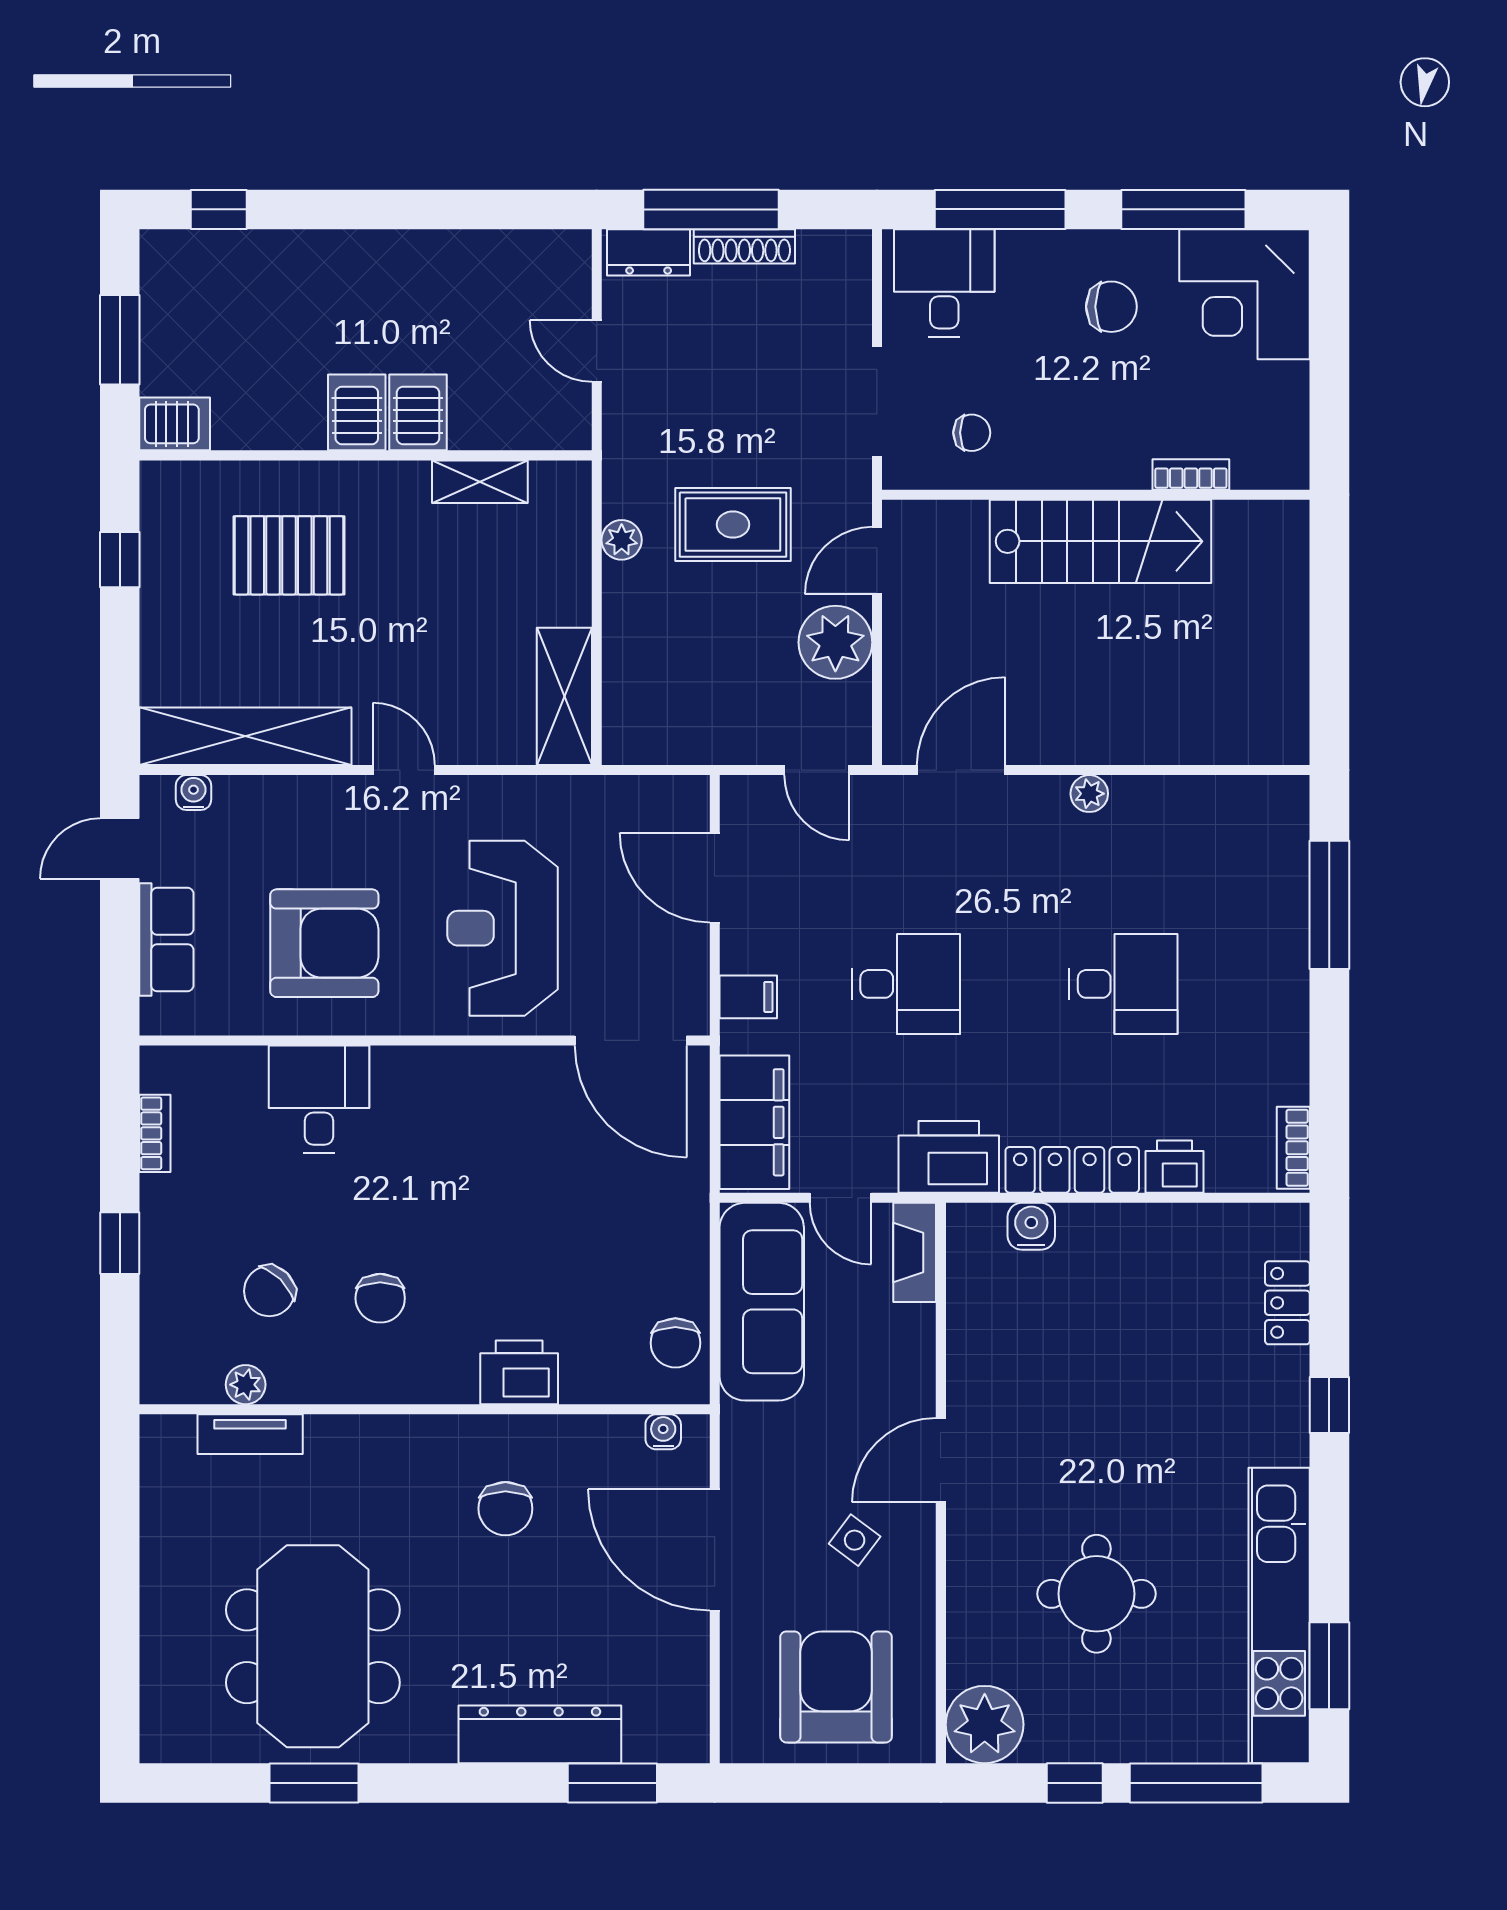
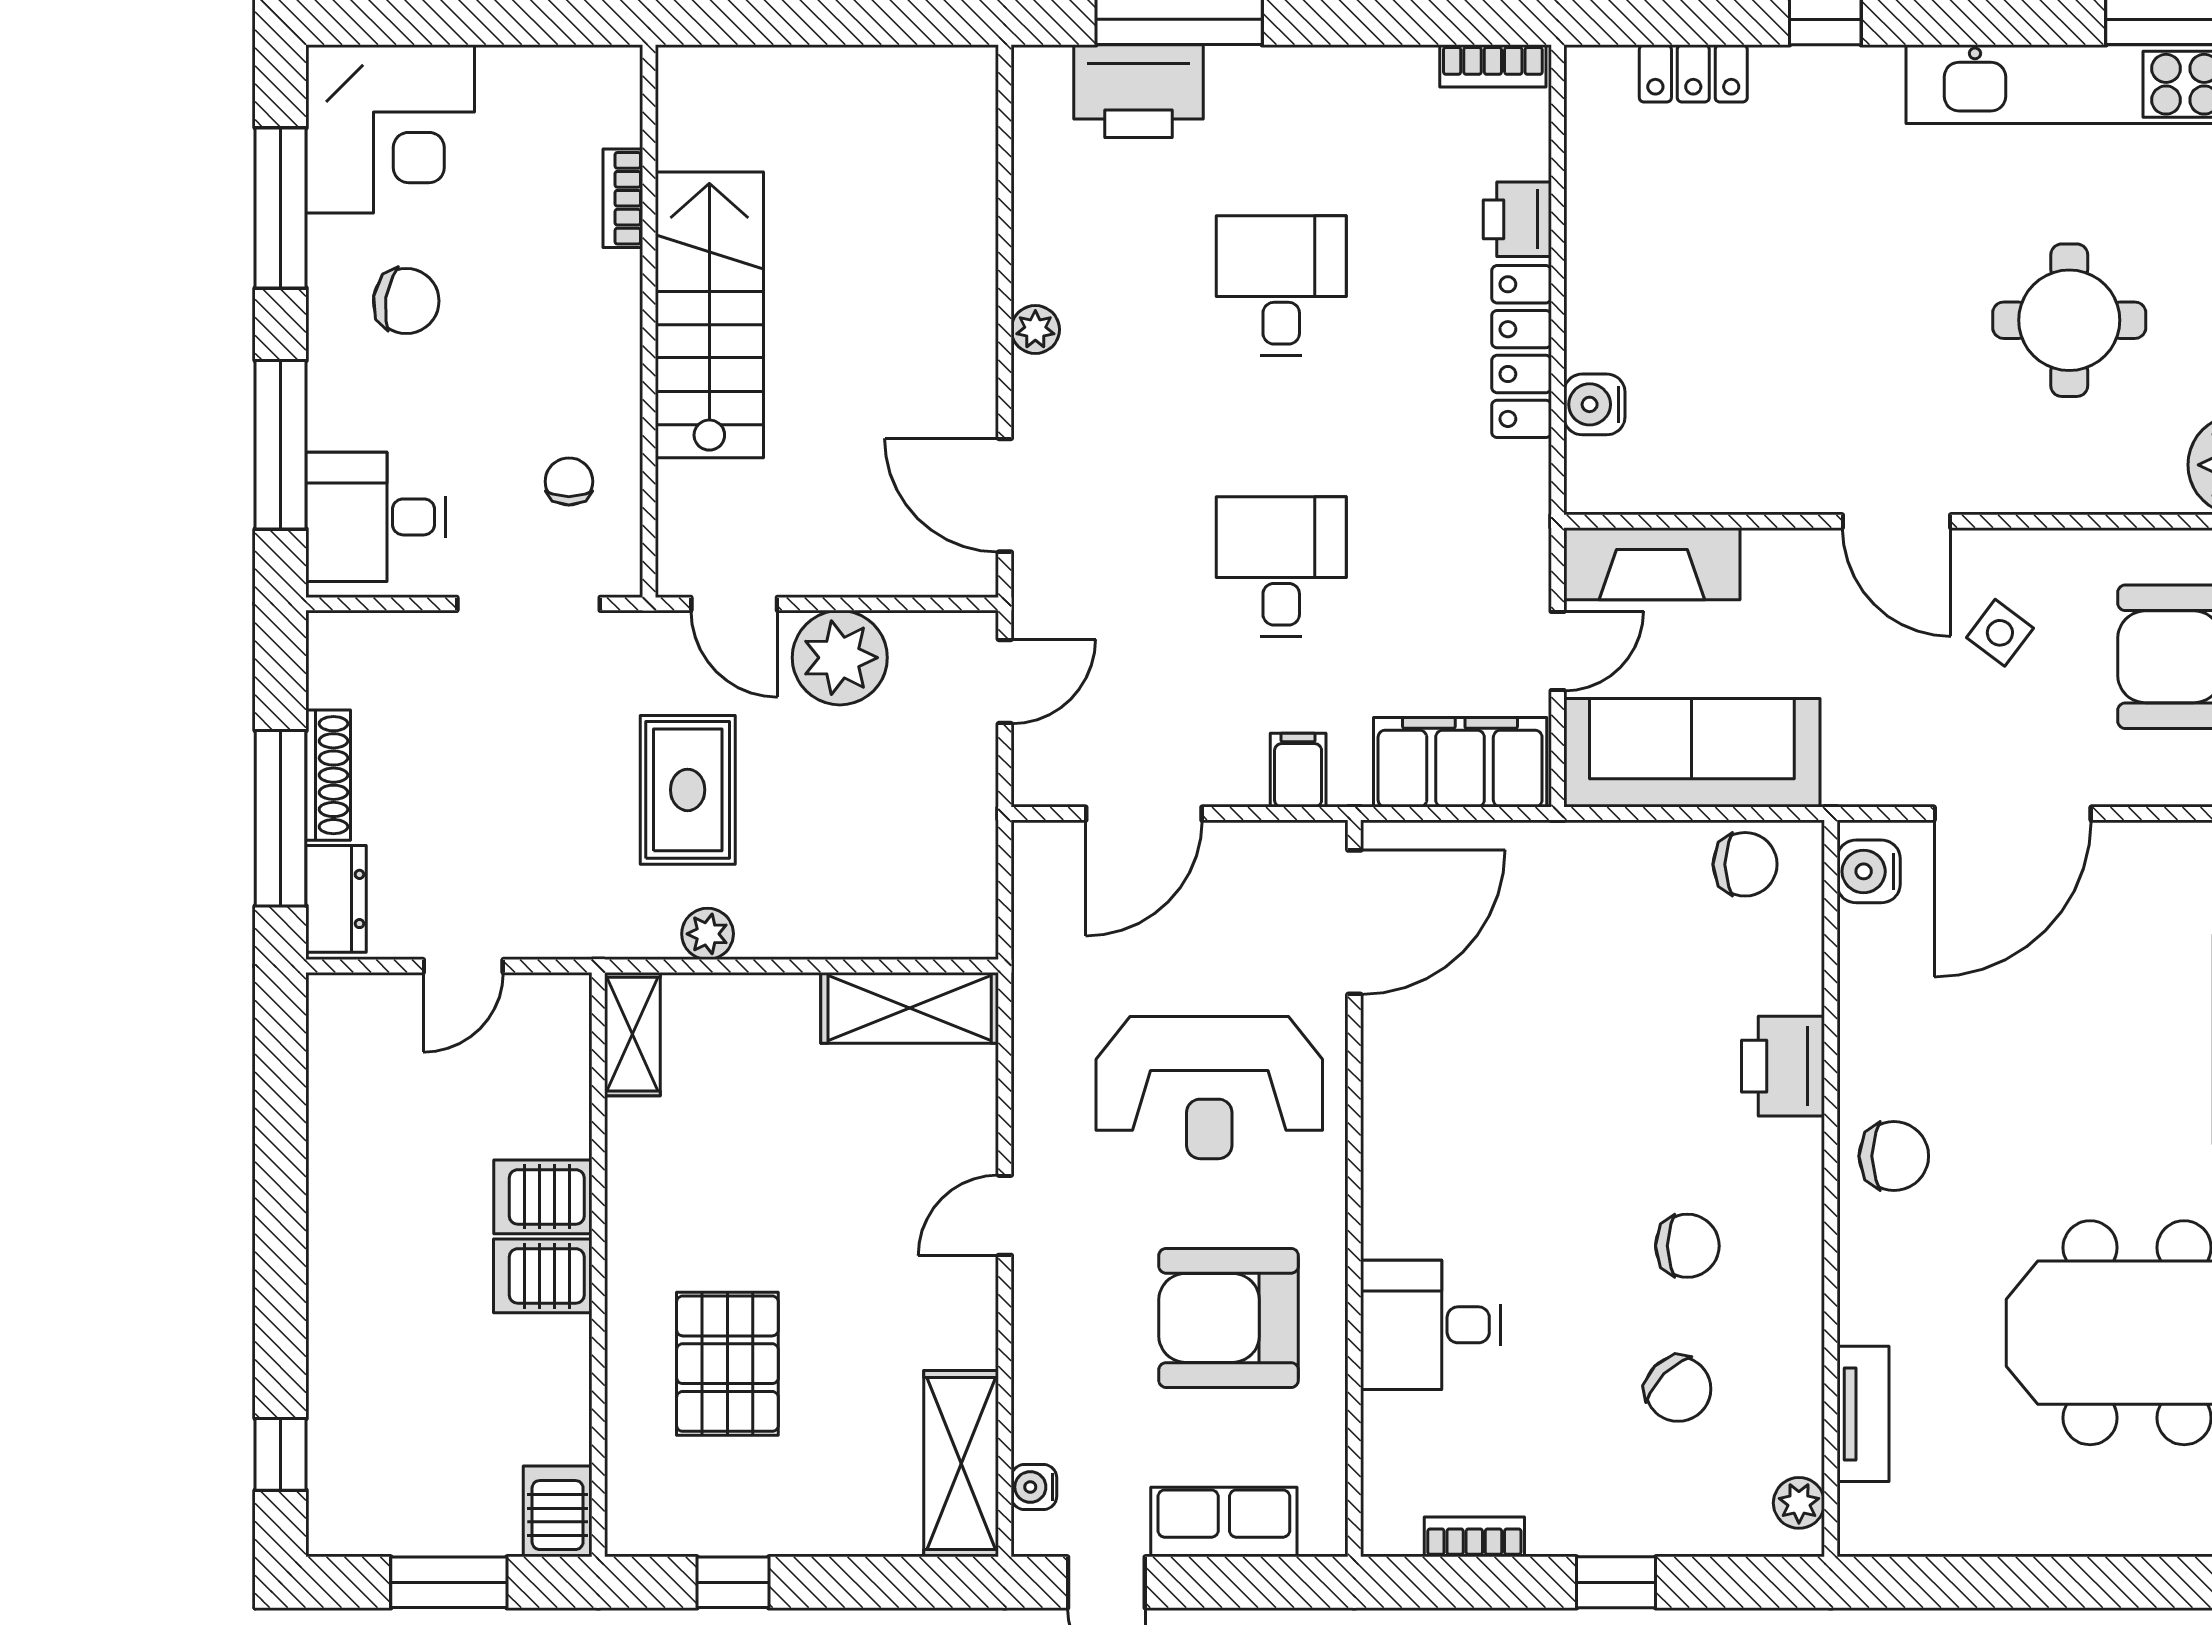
chair: (1111, 307) -> (406, 301), turned 99
shelving: (480, 482) -> (632, 1034), moved
shelving: (245, 736) -> (961, 1464), width x0.68
armchair: (324, 943) -> (1229, 1318), turned -90
printer: (949, 1157) -> (1139, 91), moved, turned -90
fireplace: (915, 1252) -> (1652, 564), width x1.37, depth x1.32
plant: (246, 1385) -> (1799, 1503), moved
water cooler: (663, 1432) -> (1869, 871), width x1.38, depth x1.38
chair: (505, 1509) -> (1894, 1156), moved

